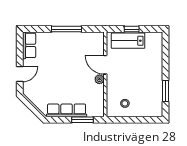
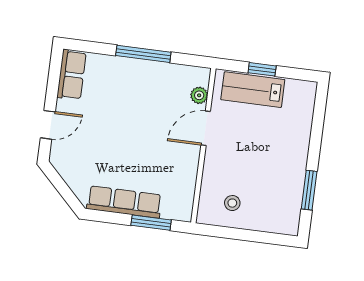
door: (105, 65) -> (206, 128), hinge flipped
plant: (99, 79) -> (199, 95), moved

